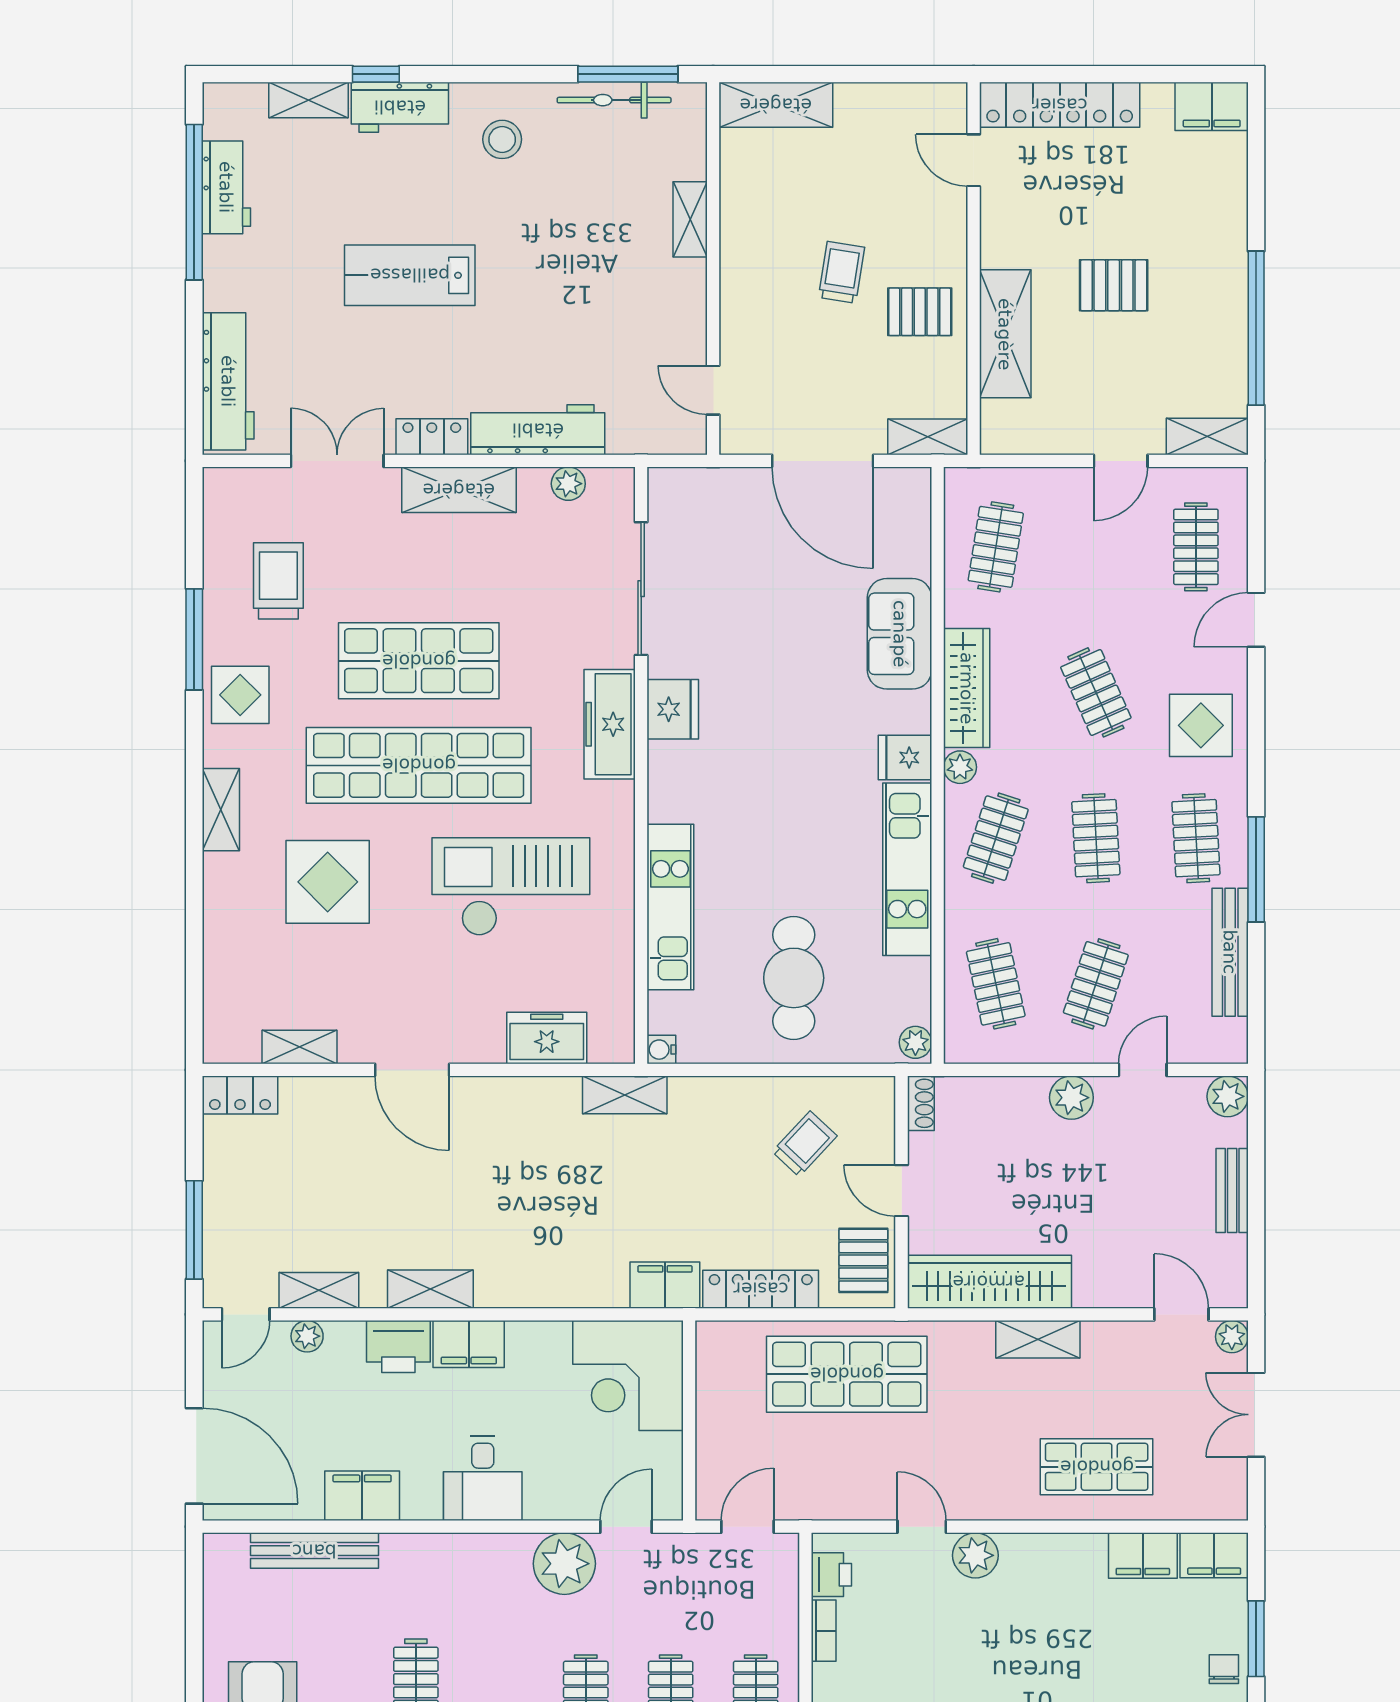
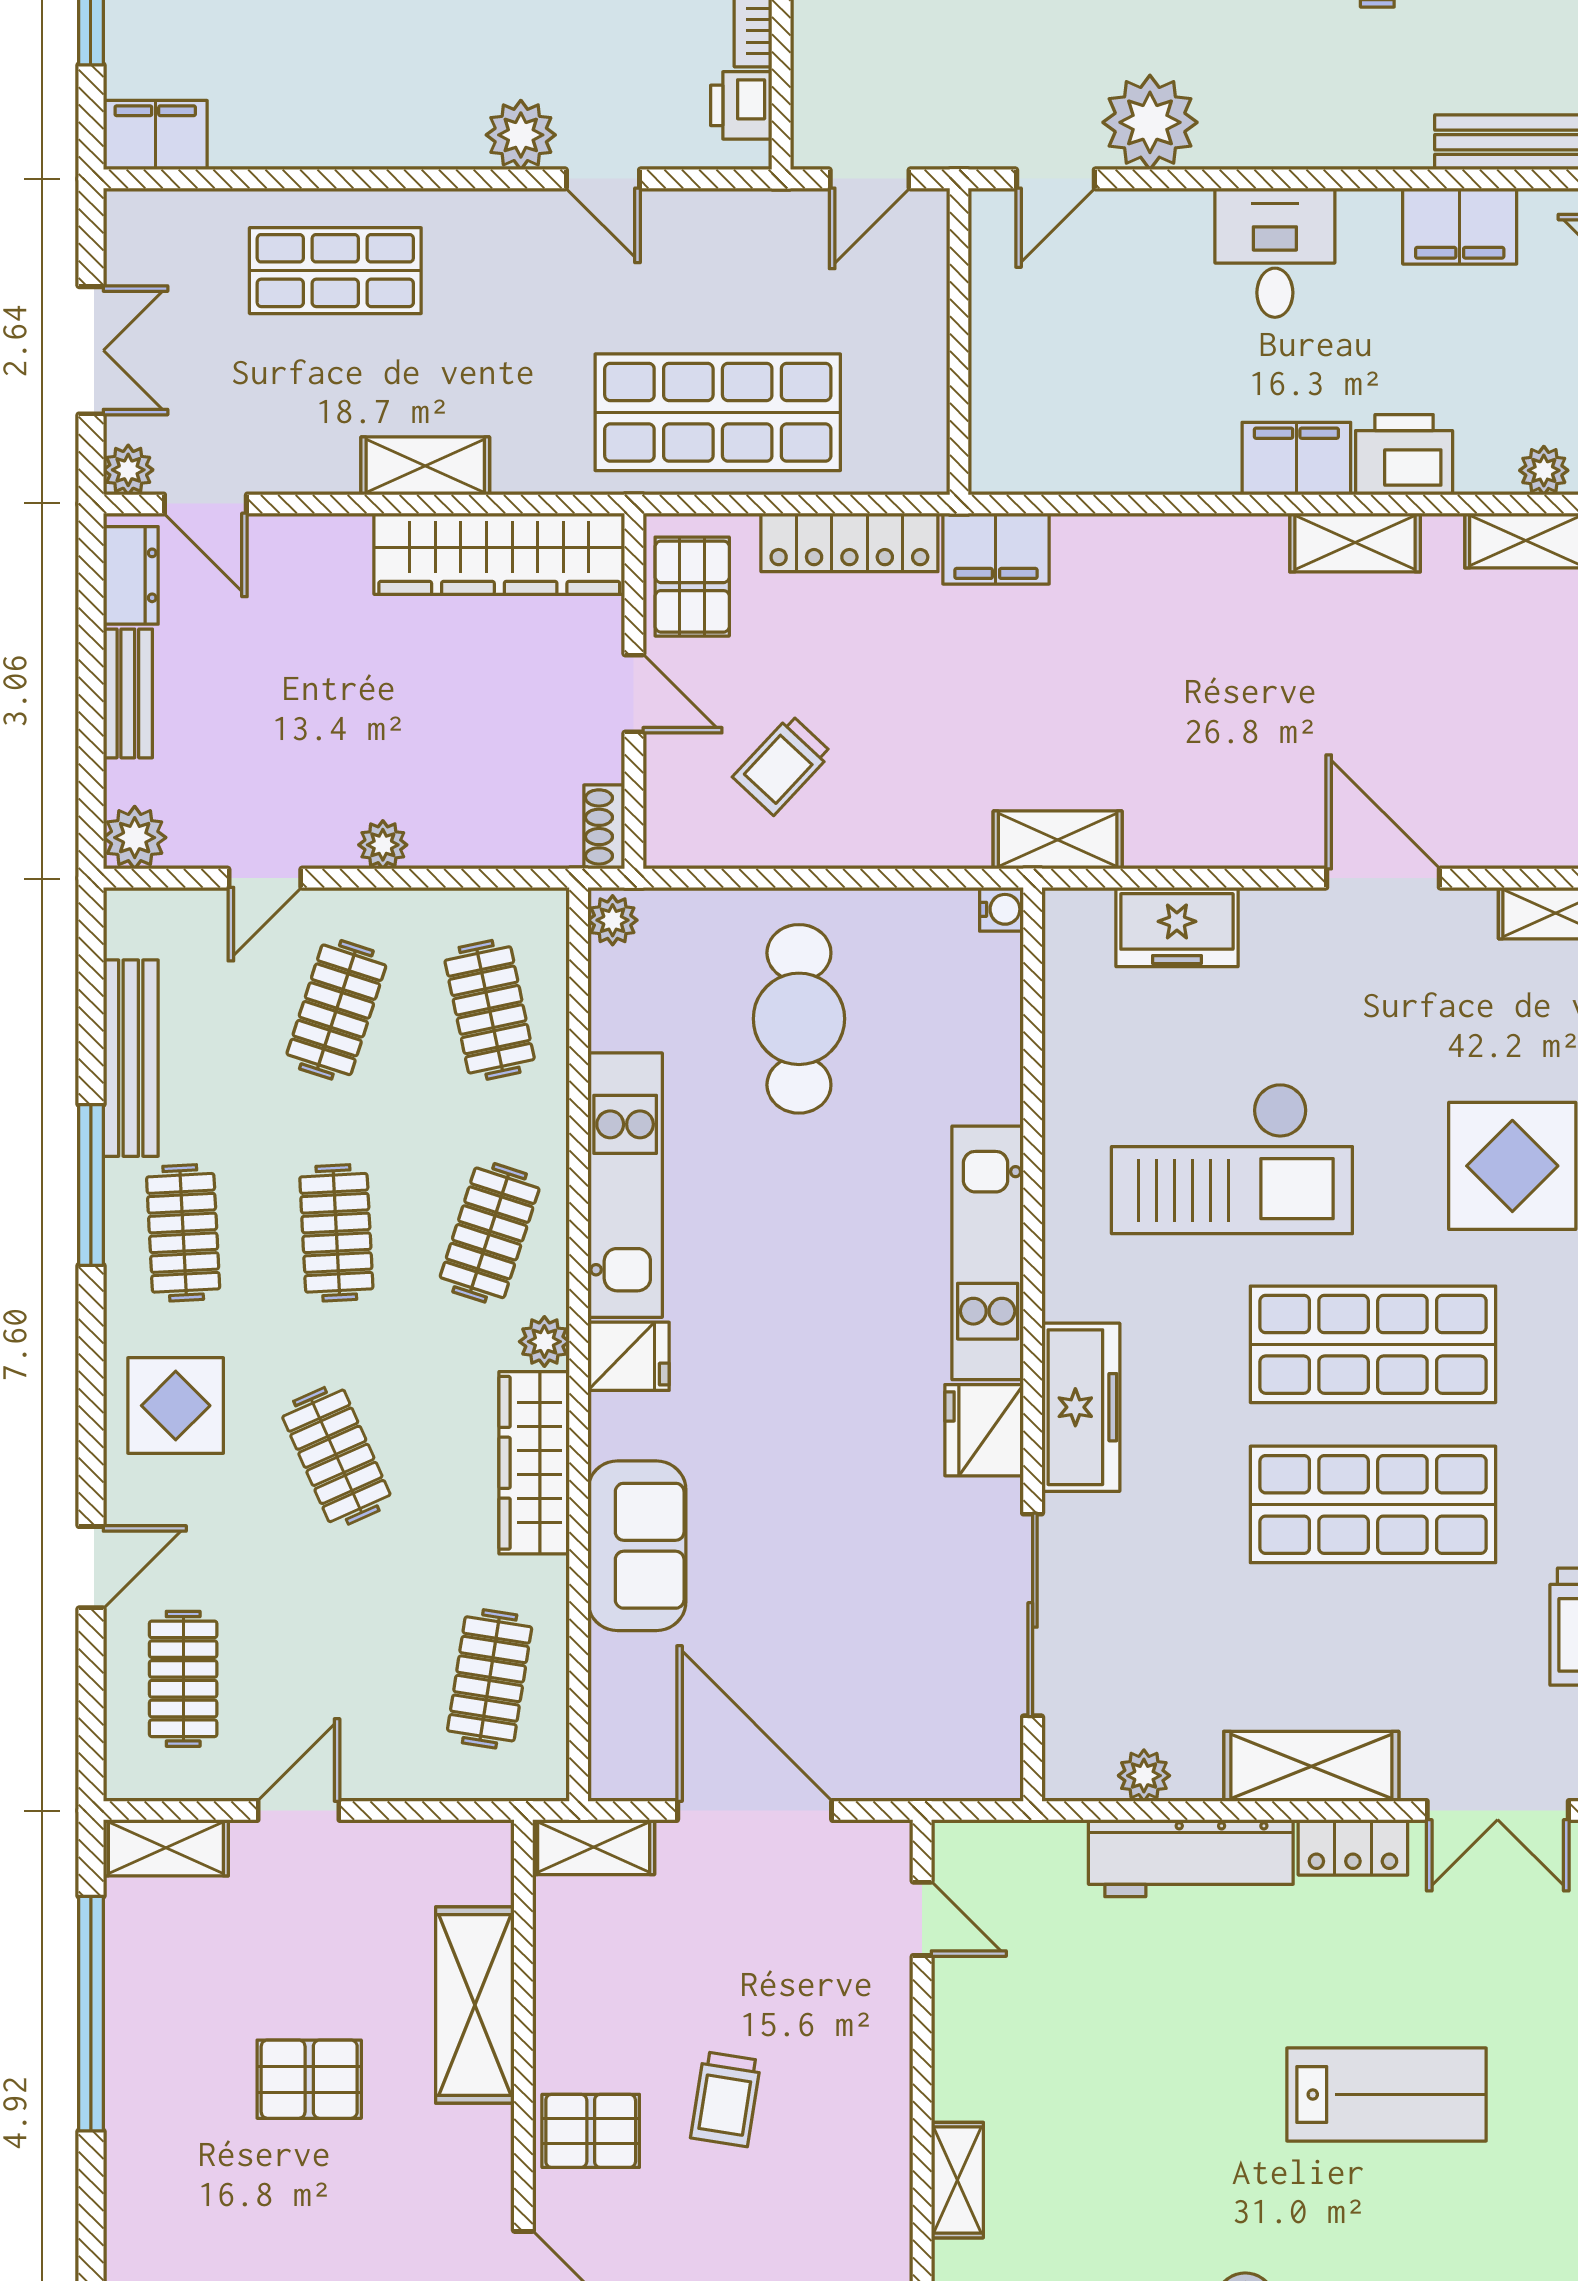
pallet: (920, 312) -> (591, 2131), moved
shop shelf: (419, 765) -> (1373, 1344), width x0.71
kitchen unit: (670, 907) -> (988, 1253), moved
plant: (1071, 1098) -> (383, 845), width x0.73, depth x0.73
dresser: (1230, 1268) -> (131, 575), added
corner desk: (628, 1375) -> (1053, 410), removed
filing cabinet: (1143, 1556) -> (265, 135), removed

